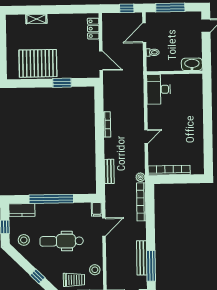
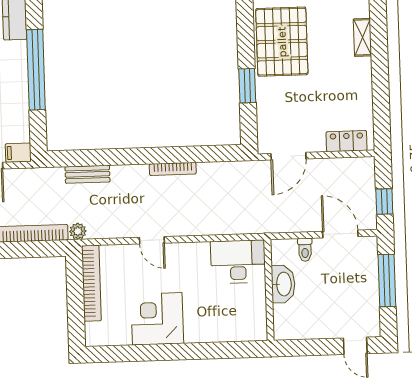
washbasin: (192, 64) -> (283, 284), moved
corner desk: (189, 134) -> (157, 319), added

